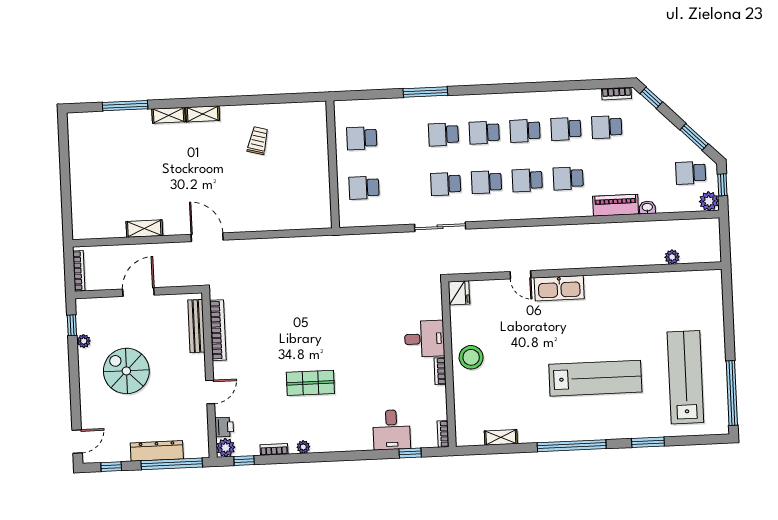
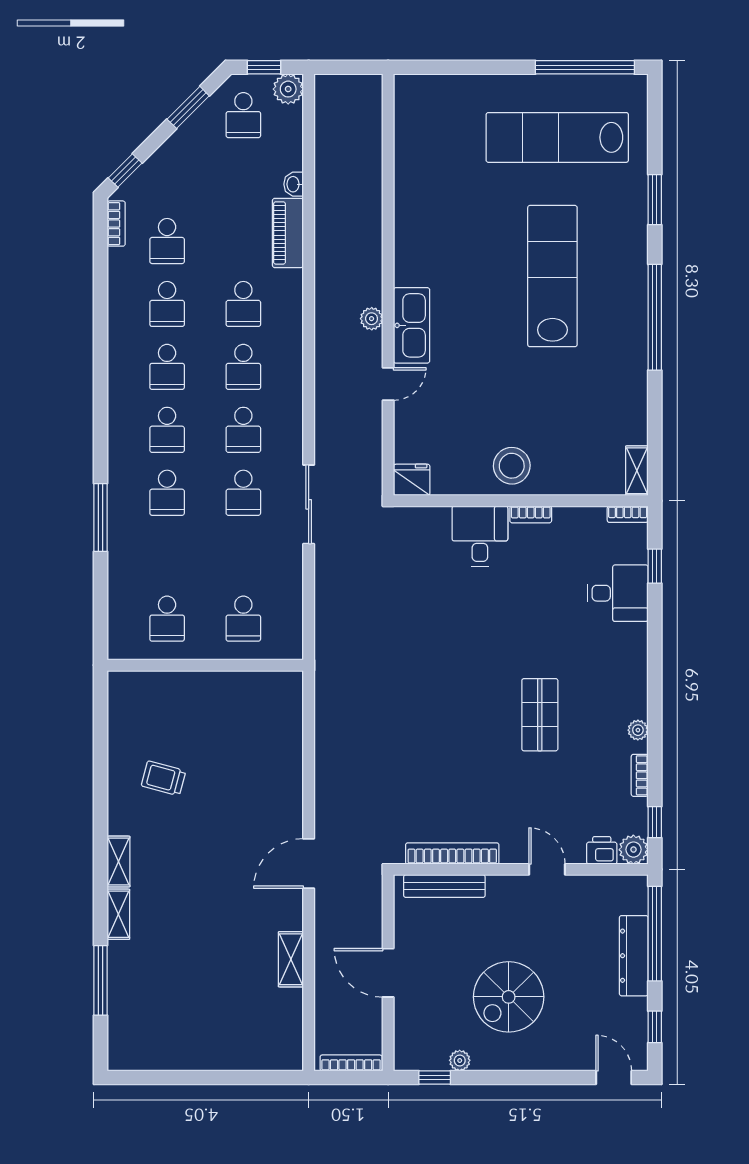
plant: (672, 257) -> (372, 319), moved
shelving: (501, 437) -> (637, 471), moved

